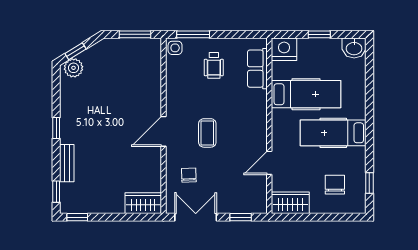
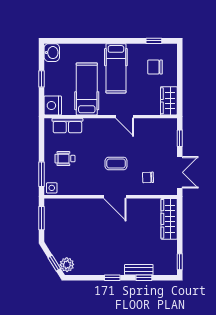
wheelchair: (214, 65) -> (65, 159), turned 180
door: (269, 163) -> (125, 117), moved
window: (56, 192) -> (144, 278), moved
wardrobe: (143, 203) -> (169, 219), width x1.50
double door: (196, 217) -> (180, 172), swing flipped

